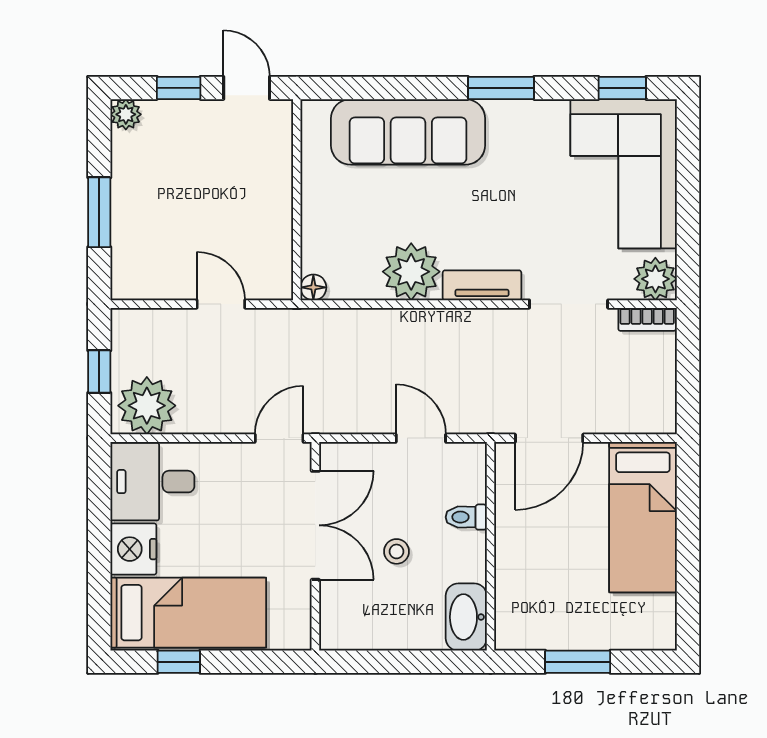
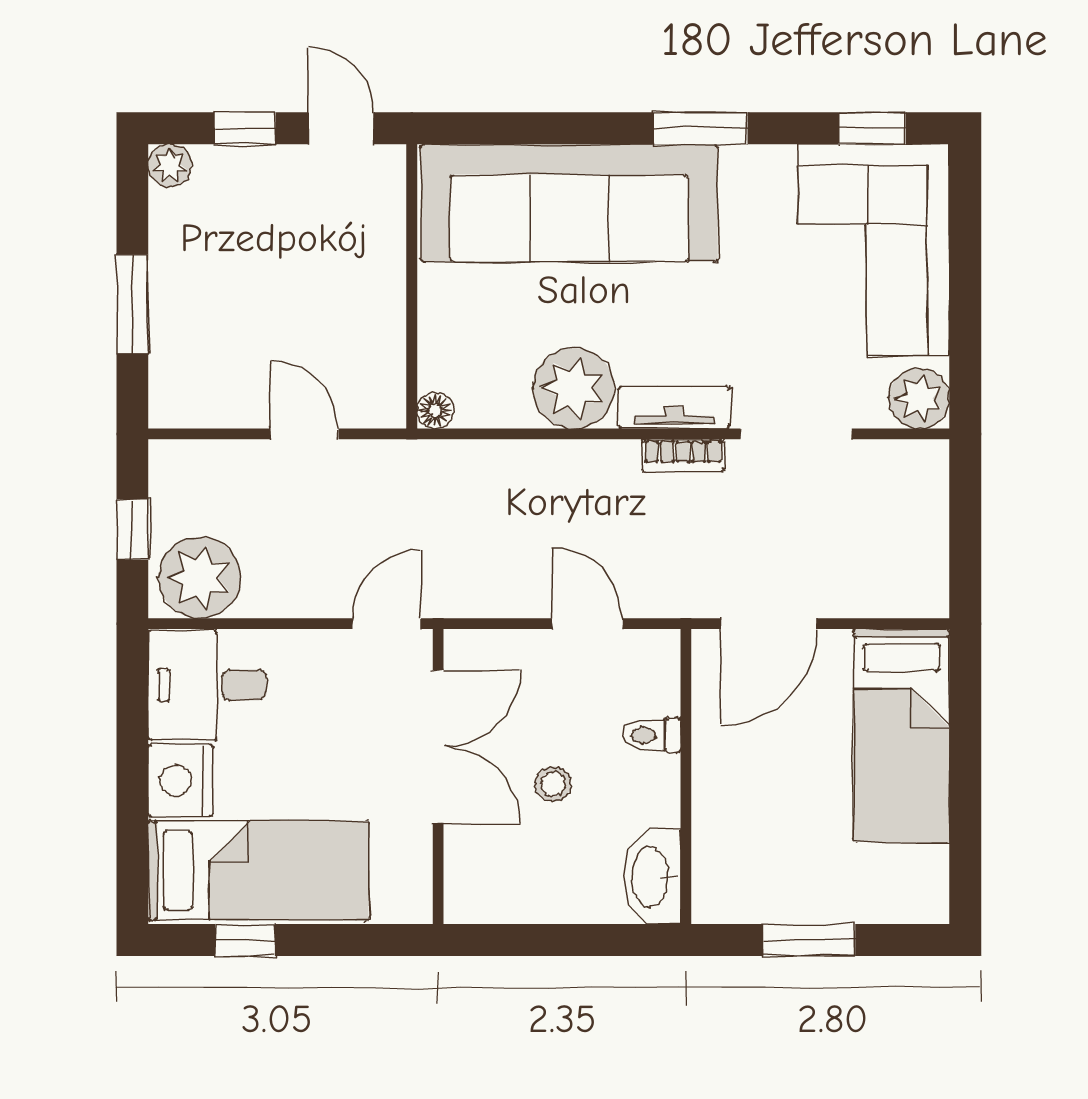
sofa: (408, 132) -> (569, 203), width x1.36, depth x1.27
bookcase: (647, 319) -> (683, 456), moved

